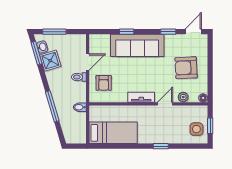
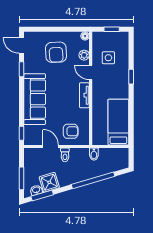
window: (127, 32) -> (21, 133), moved
window: (52, 106) -> (93, 180), width x1.46
side table: (196, 129) -> (108, 58), moved

